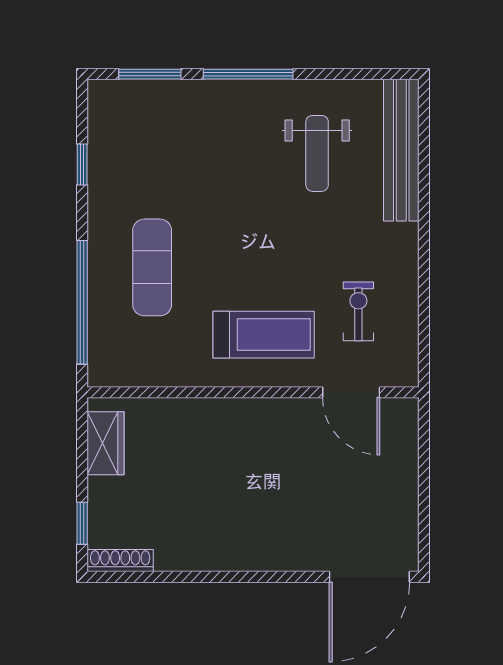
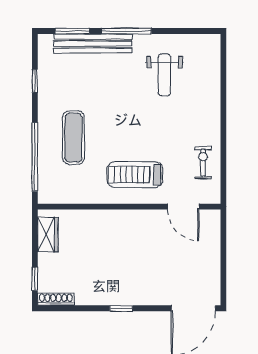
bench: (401, 150) -> (93, 44), moved, turned 90
exercise bike: (358, 311) -> (203, 163), moved
treadmill: (264, 335) -> (135, 175), turned 180
window: (239, 577) -> (121, 308), added

